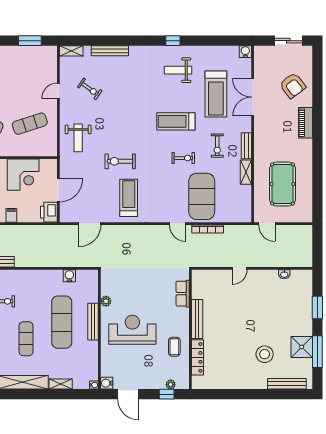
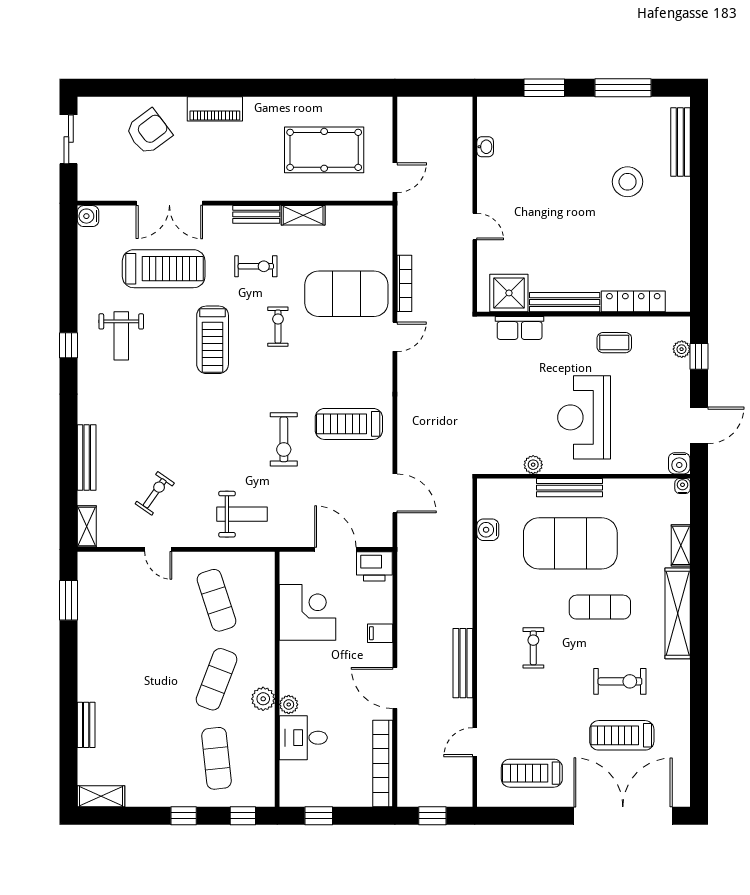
exercise mat: (62, 322) -> (570, 543), width x1.47
shower: (302, 347) -> (509, 293), moved

